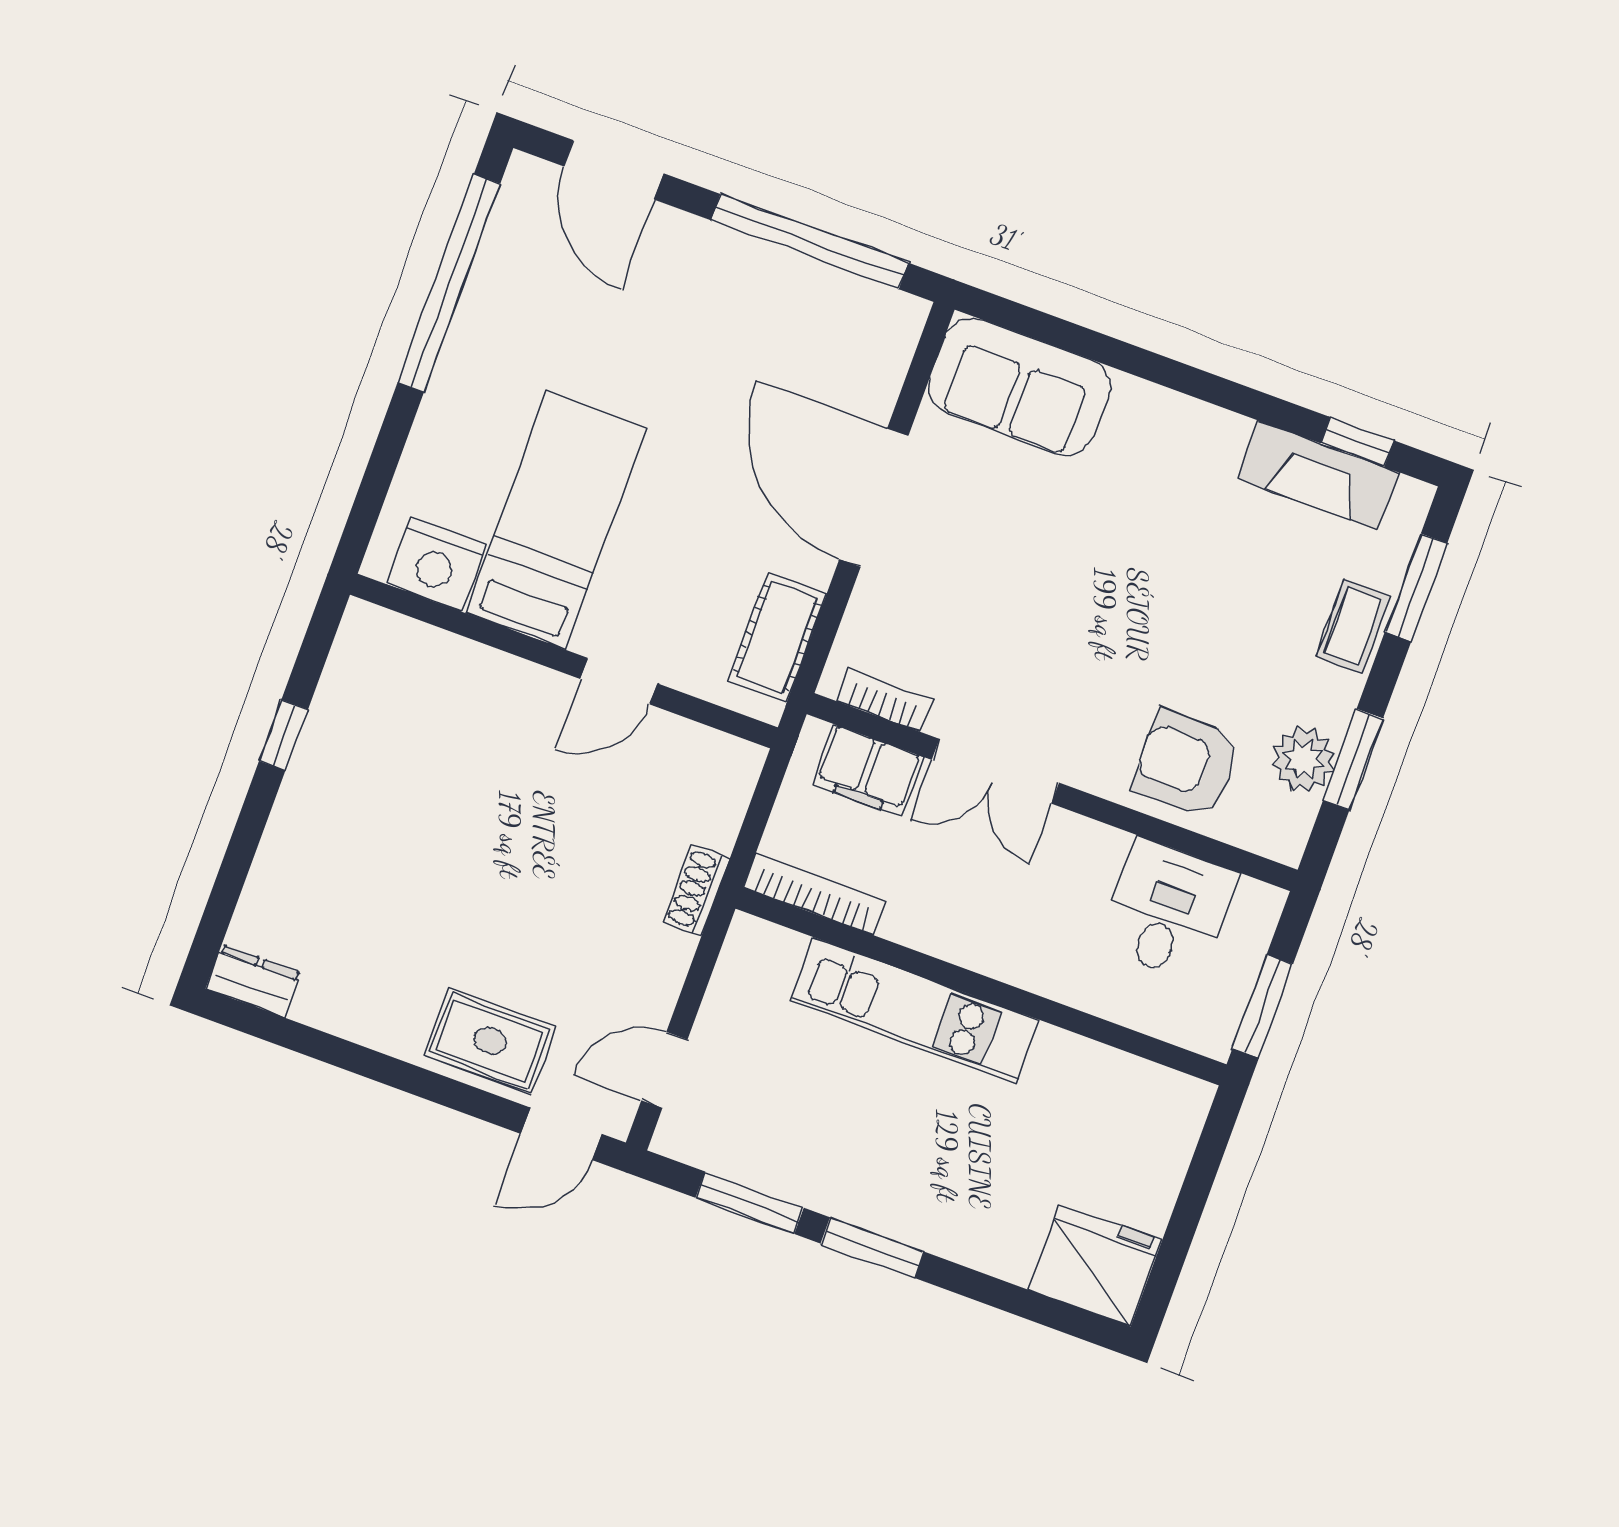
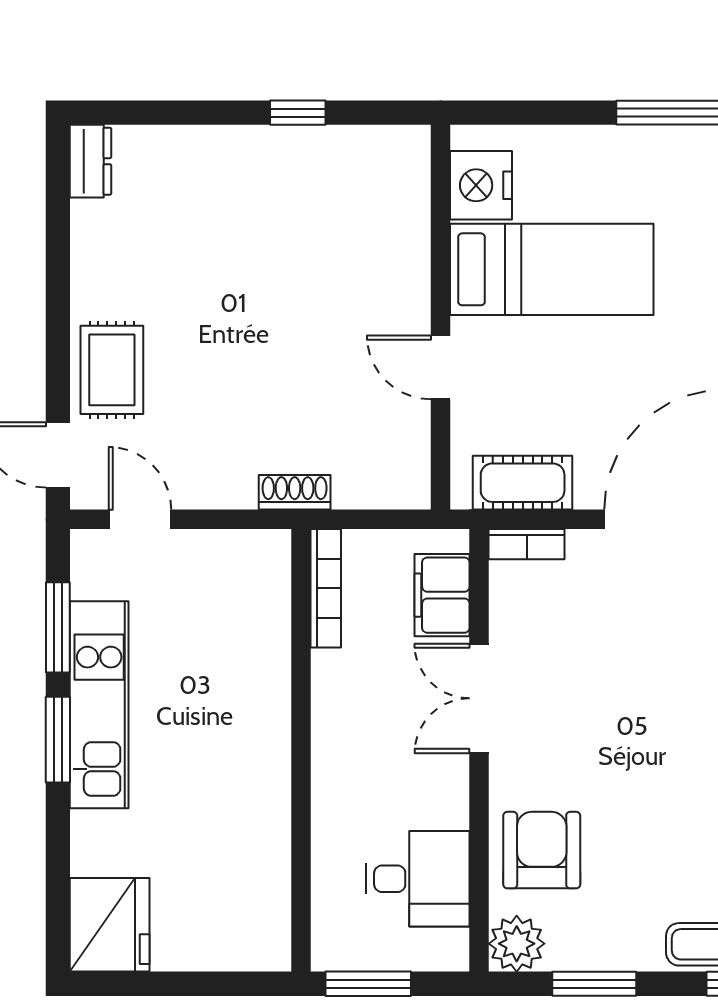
bookcase: (885, 700) -> (527, 544), moved, turned 90
plant: (1303, 760) -> (517, 944), moved
kitchen unit: (915, 1010) -> (99, 705), moved, turned 180

